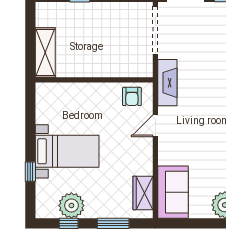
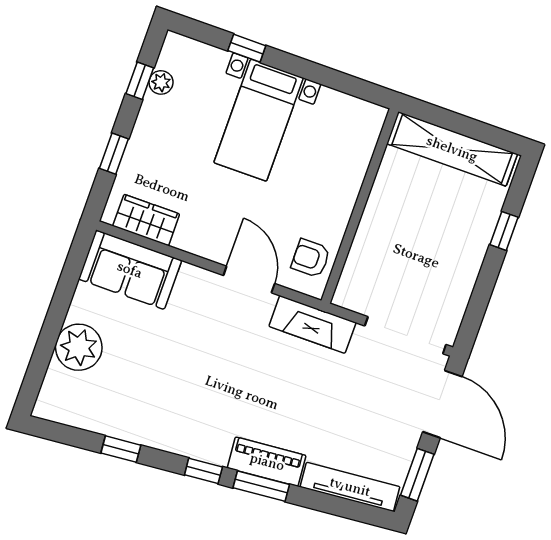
shelving: (45, 53) -> (452, 149), width x1.47
door: (155, 126) -> (249, 279), width x1.38
plant: (71, 206) -> (161, 82), width x0.53, depth x0.53
window: (113, 223) -> (114, 154), width x0.67

